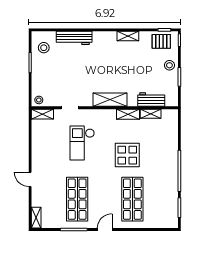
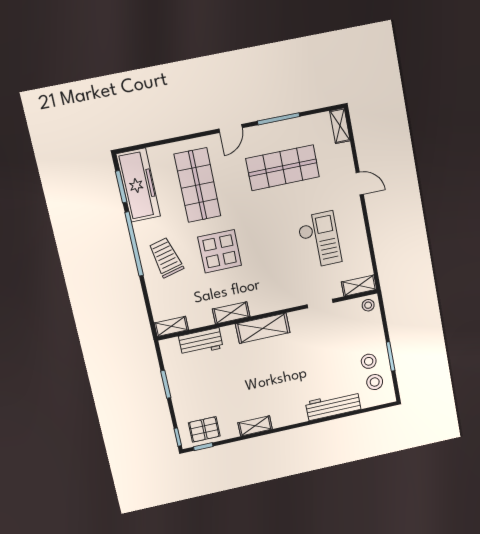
stool: (169, 65) -> (369, 361), moved
shelving: (151, 114) -> (171, 326), moved
checkout: (82, 143) -> (319, 240), moved
trolley: (161, 158) -> (166, 258), added
shop shelf: (77, 199) -> (283, 168), turned 90
freezer: (169, 206) -> (138, 185), added

